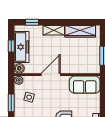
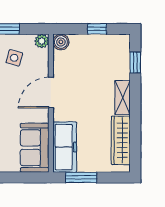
freezer: (22, 47) -> (65, 147), moved, turned -90
door: (51, 75) -> (51, 93), swing flipped

